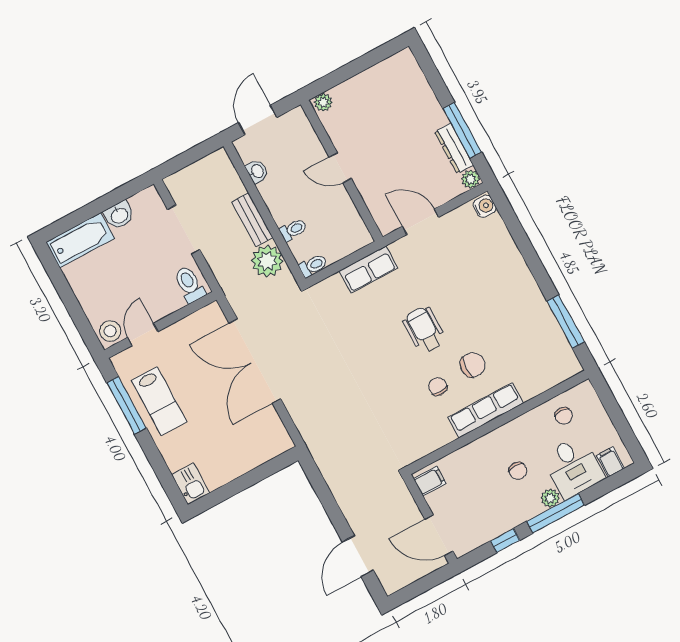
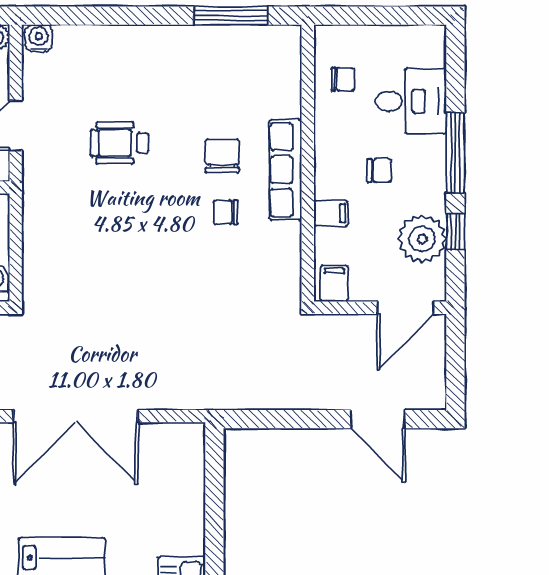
row of seats: (368, 269) -> (39, 219), removed
wheelchair: (424, 330) -> (119, 143), moved
filing cabinet: (610, 462) -> (331, 213), moved, turned 180
plant: (550, 498) -> (422, 239), moved, width x1.88, depth x1.88

